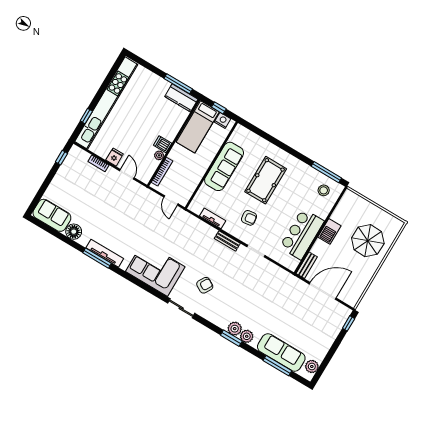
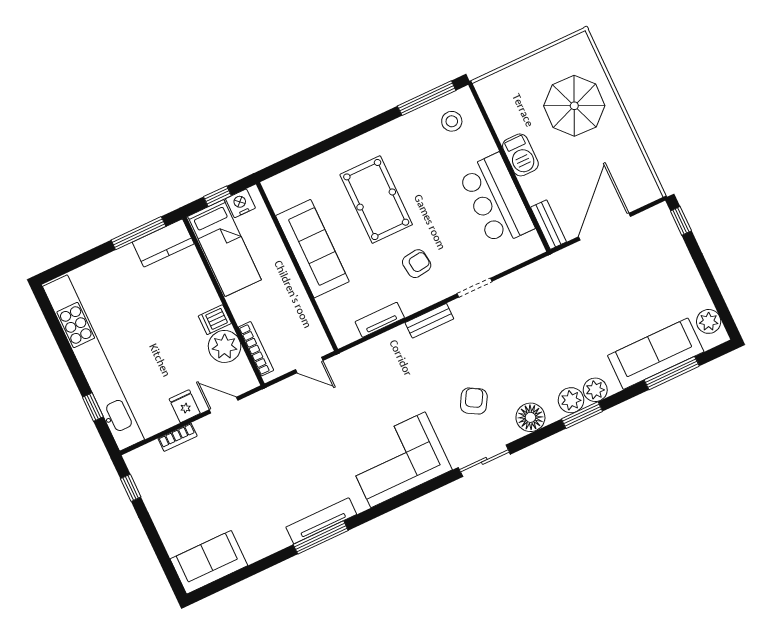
plant: (159, 155) -> (225, 346), width x1.87, depth x1.87
floor lamp: (74, 232) -> (530, 417), moved

